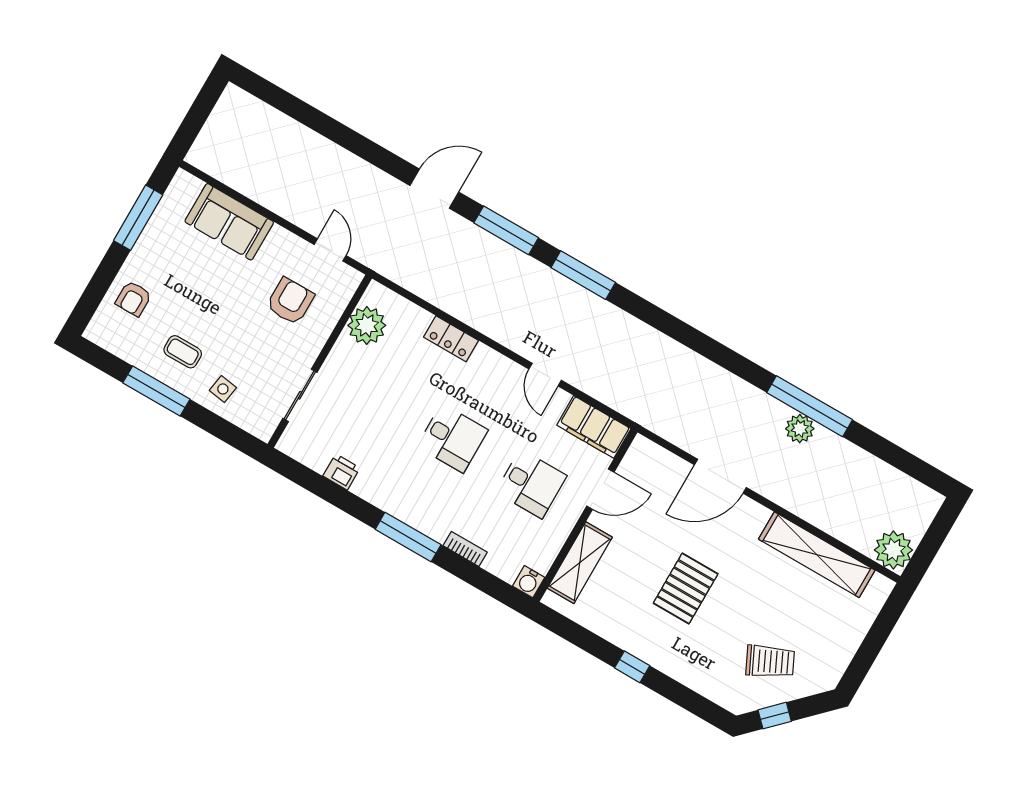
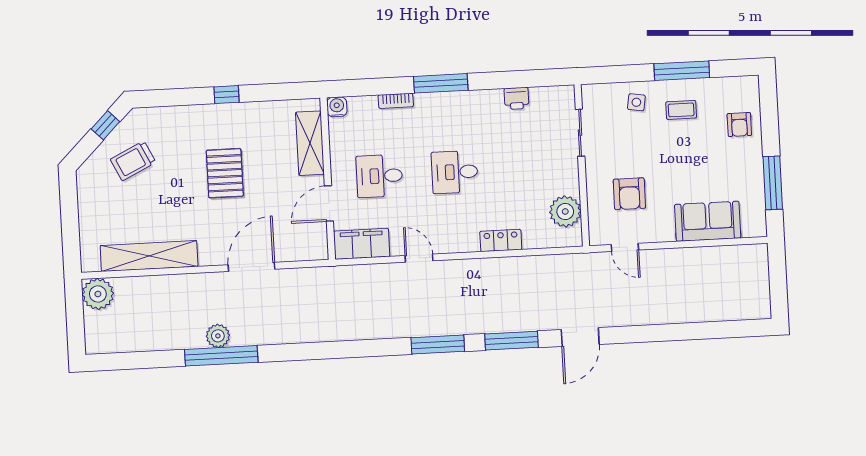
armchair: (133, 299) -> (739, 125), turned 180

